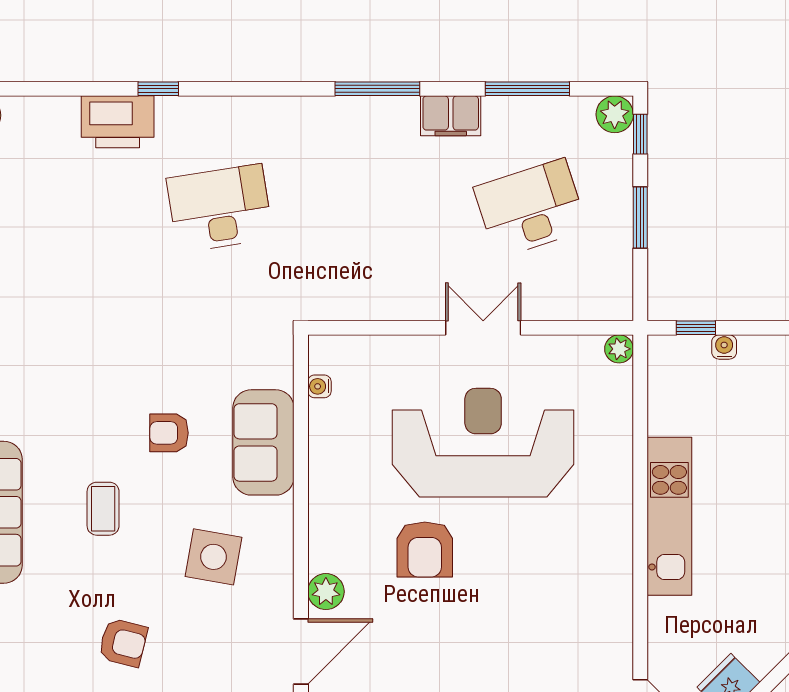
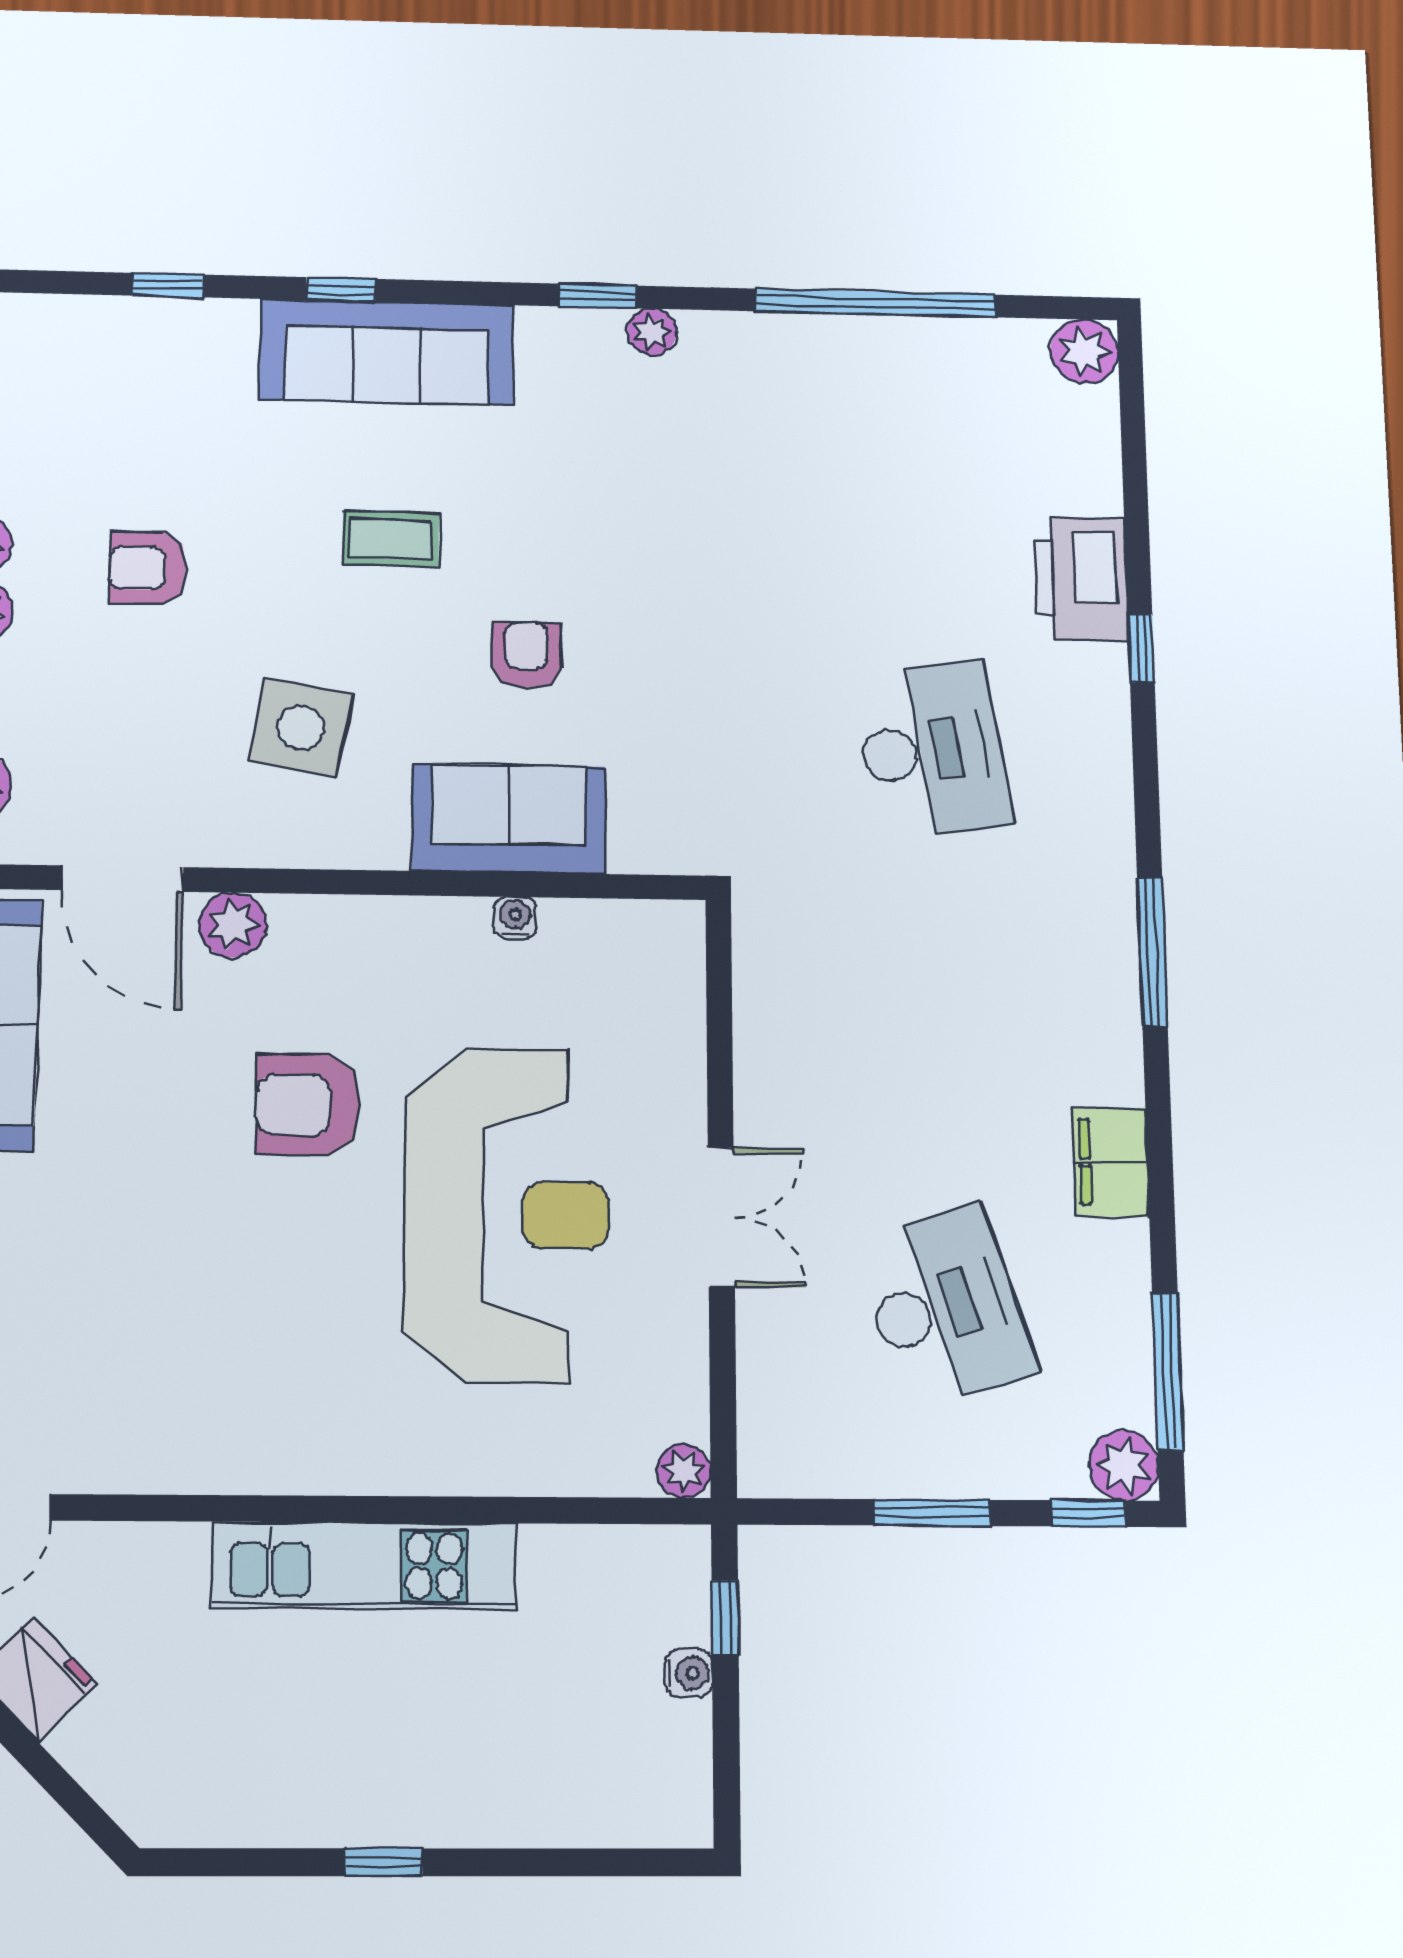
window: (377, 89) -> (1152, 952), moved
window: (527, 89) -> (1168, 1371), moved
water cooler: (319, 386) -> (515, 918), moved
armchair: (123, 643) -> (148, 568), turned 76

